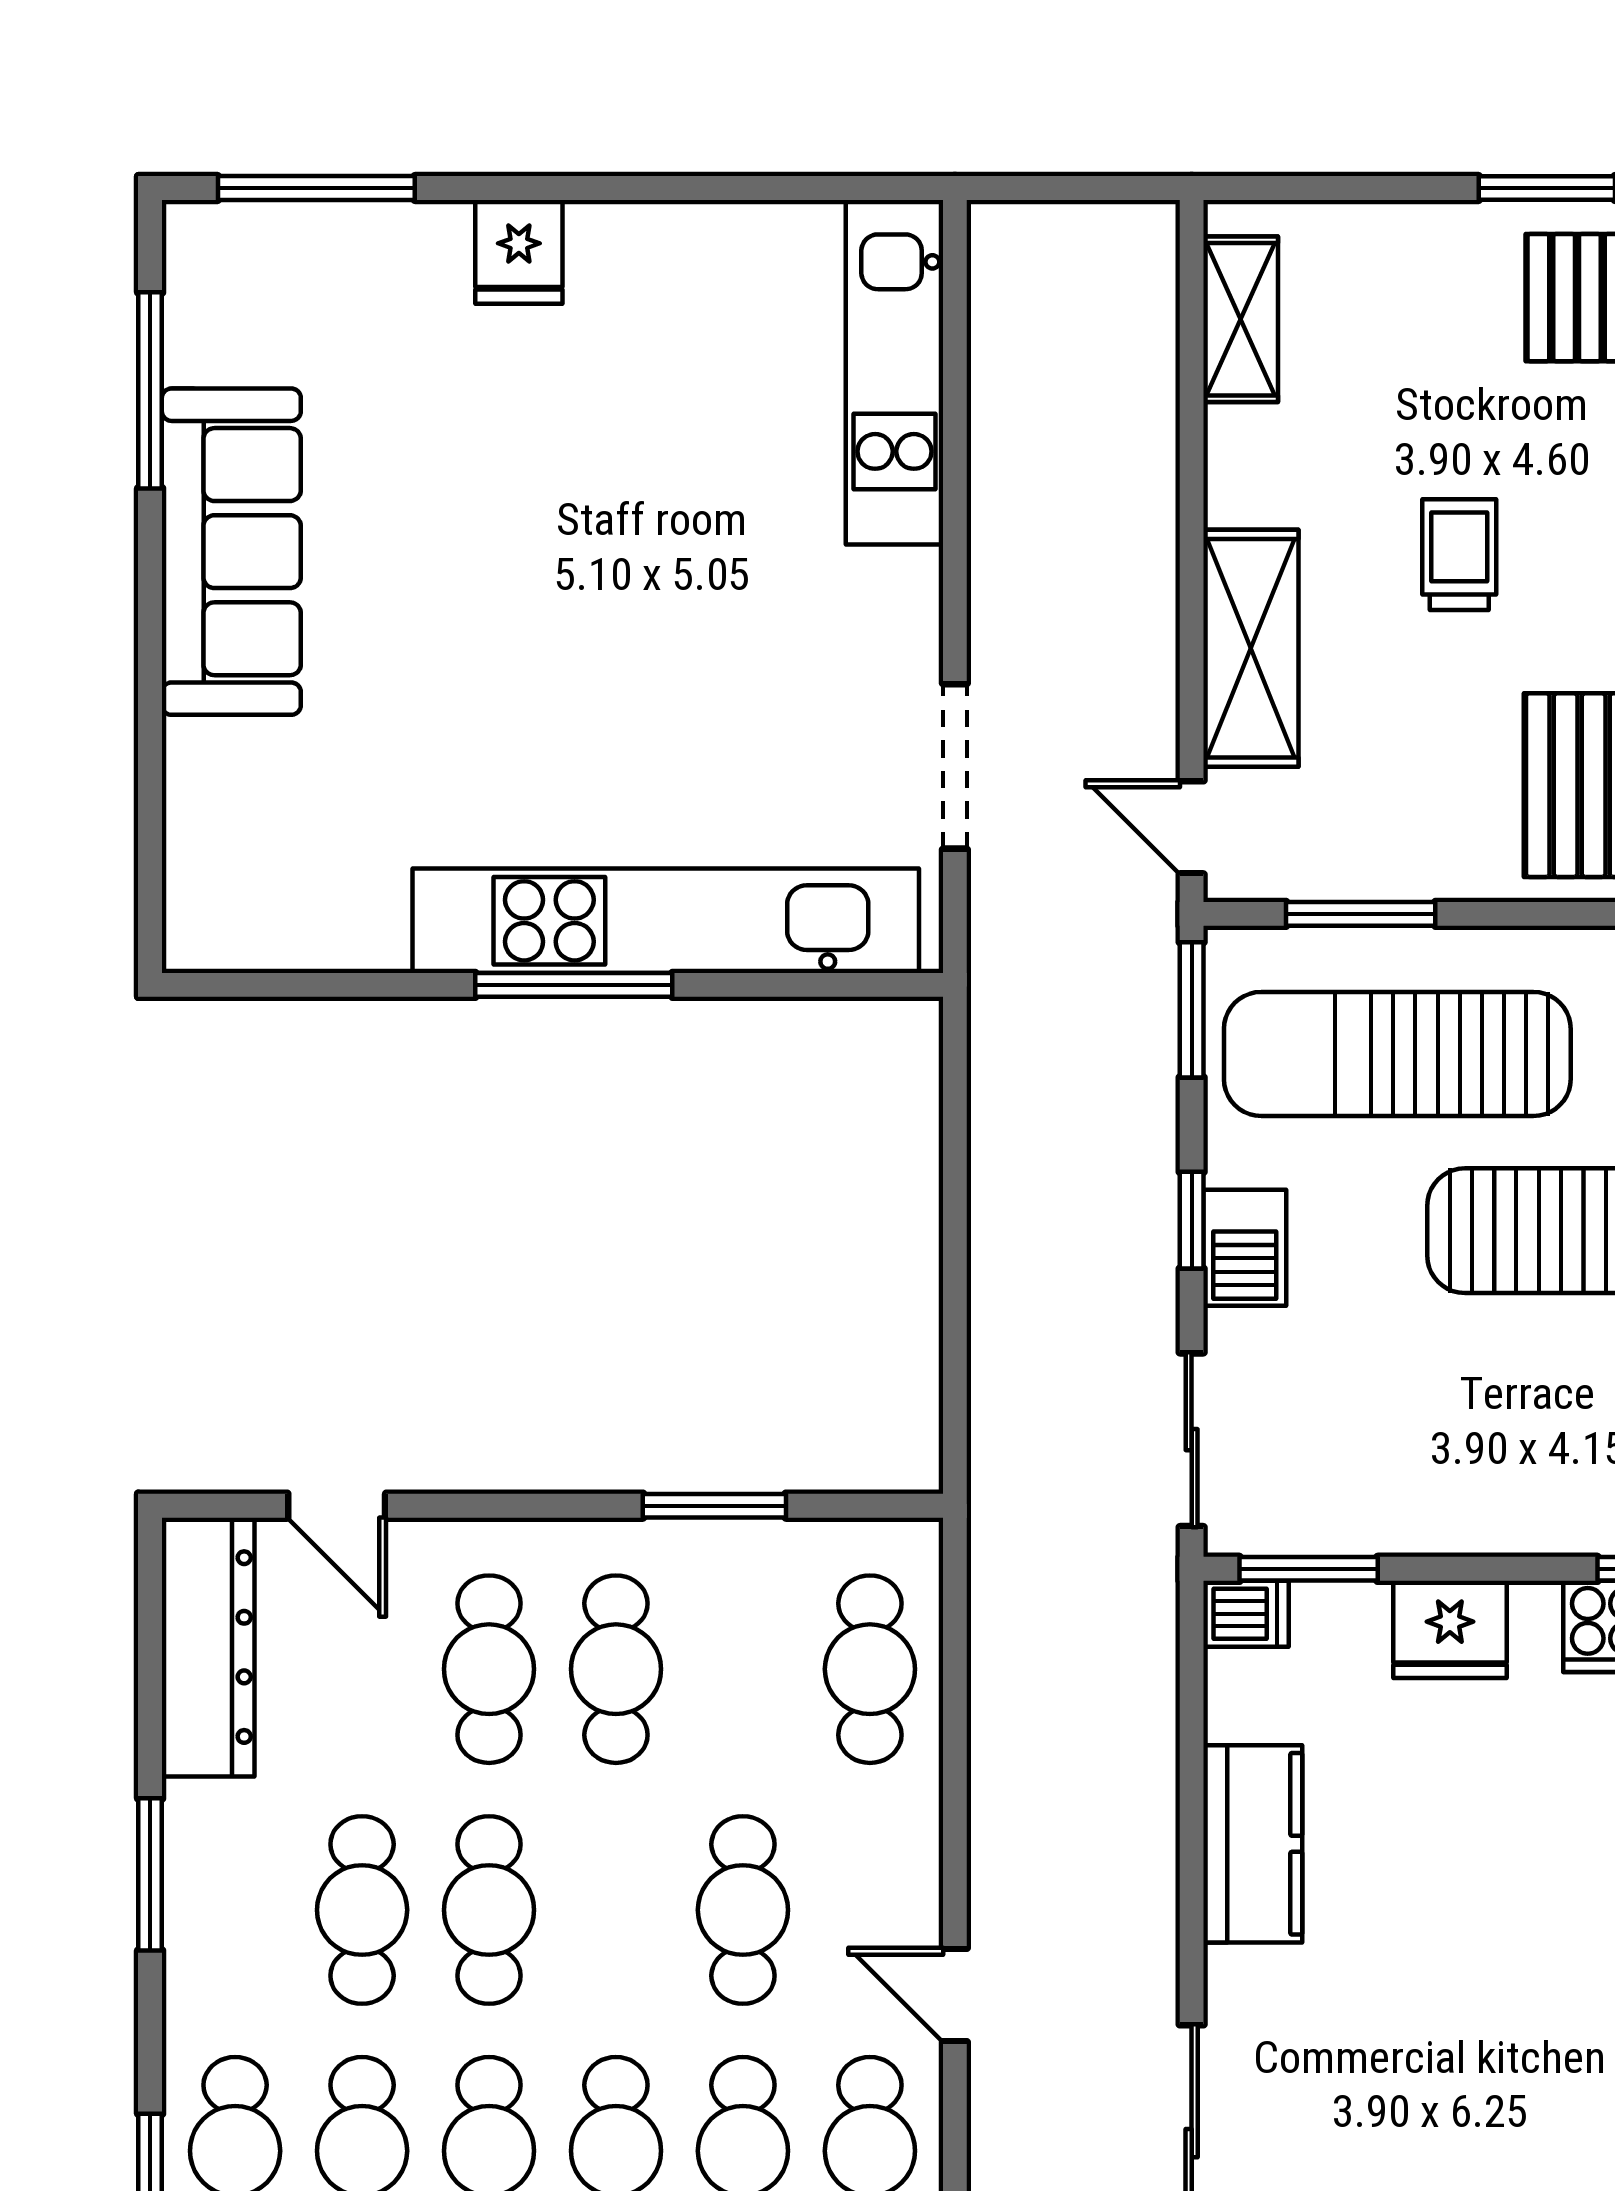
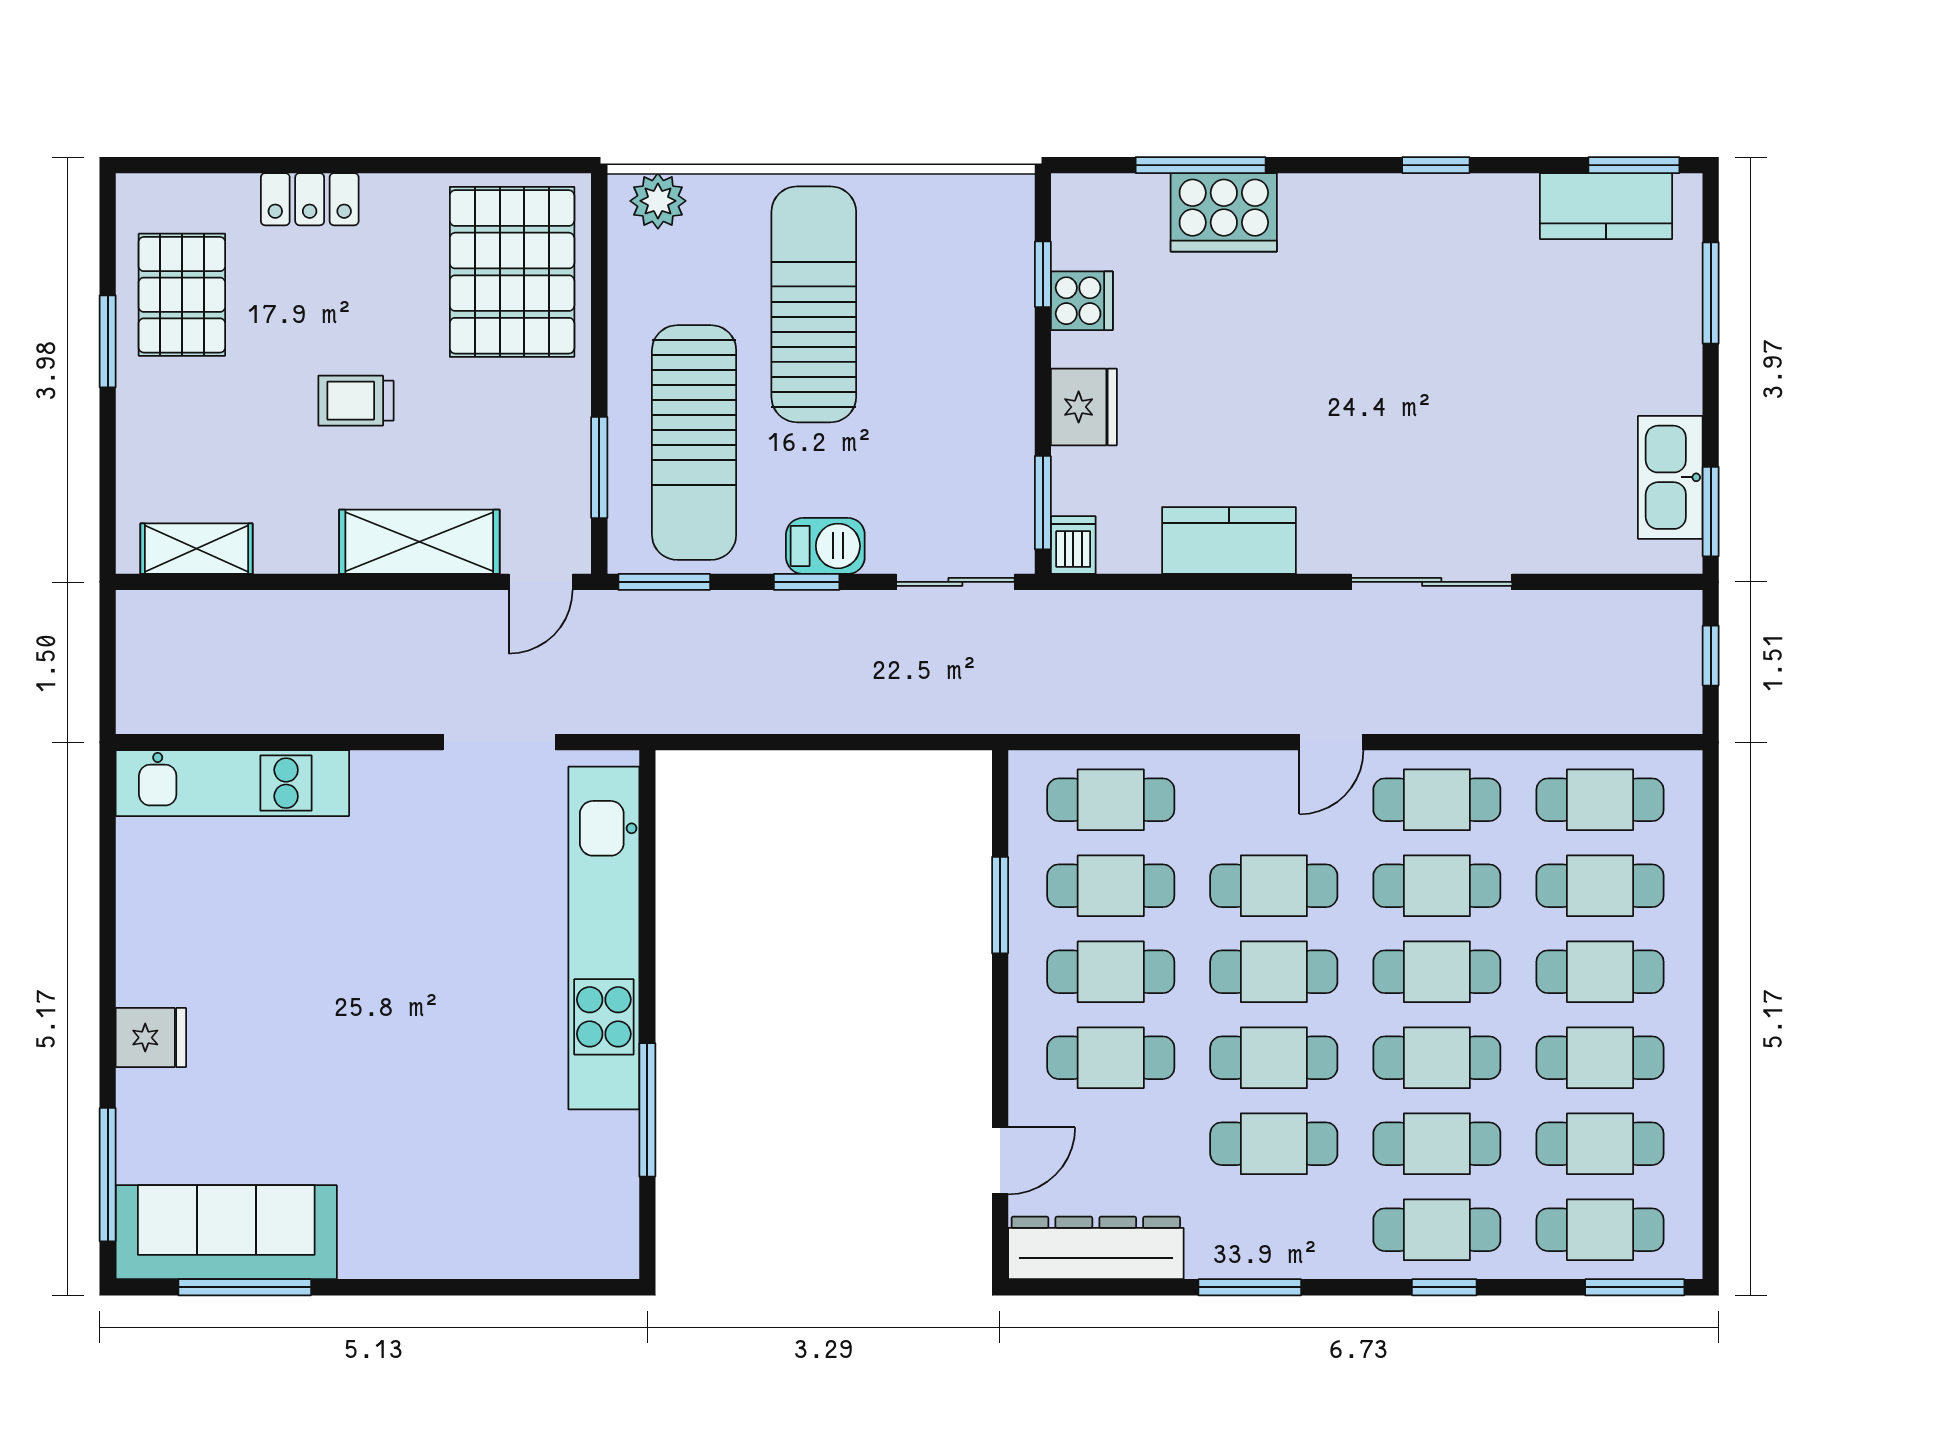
sofa: (231, 552) -> (226, 1232), moved
window: (574, 985) -> (647, 1110), moved
cafe table: (743, 1669) -> (1111, 886), added
cafe table: (616, 1910) -> (1274, 972), added

